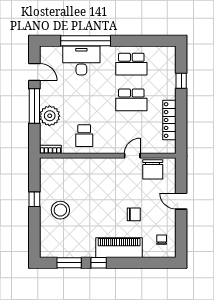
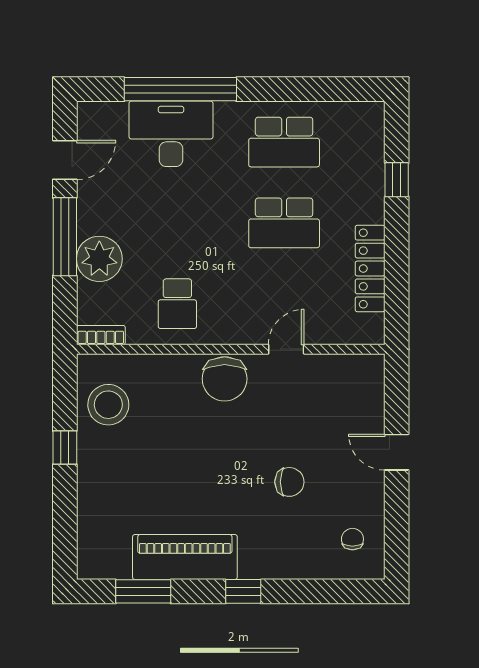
door: (34, 72) -> (65, 160), hinge flipped
chair: (153, 169) -> (225, 379), moved
stool: (60, 210) -> (108, 405), moved
piano: (119, 248) -> (185, 557), moved
window: (99, 263) -> (243, 591), moved

